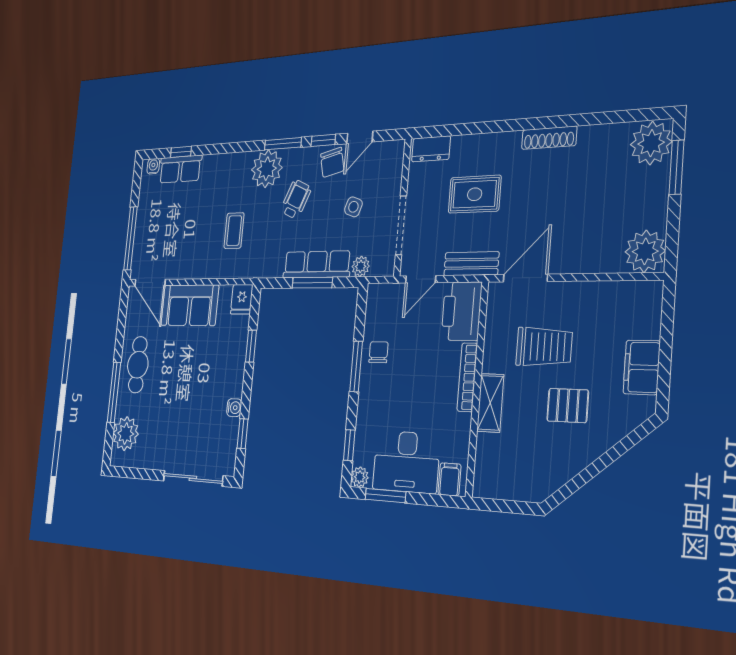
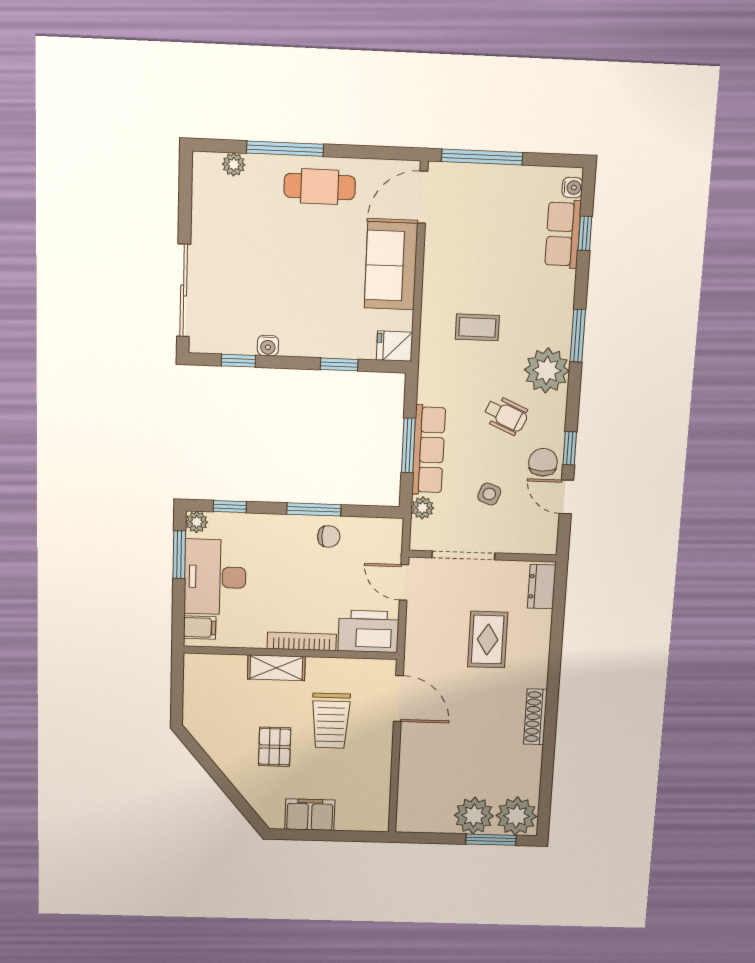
window: (283, 144) -> (578, 336), moved
chair: (332, 162) -> (543, 462), turned 103
plant: (645, 251) -> (474, 816), moved
bench: (471, 264) -> (416, 640), removed
plant: (126, 434) -> (234, 164), width x0.53, depth x0.53

